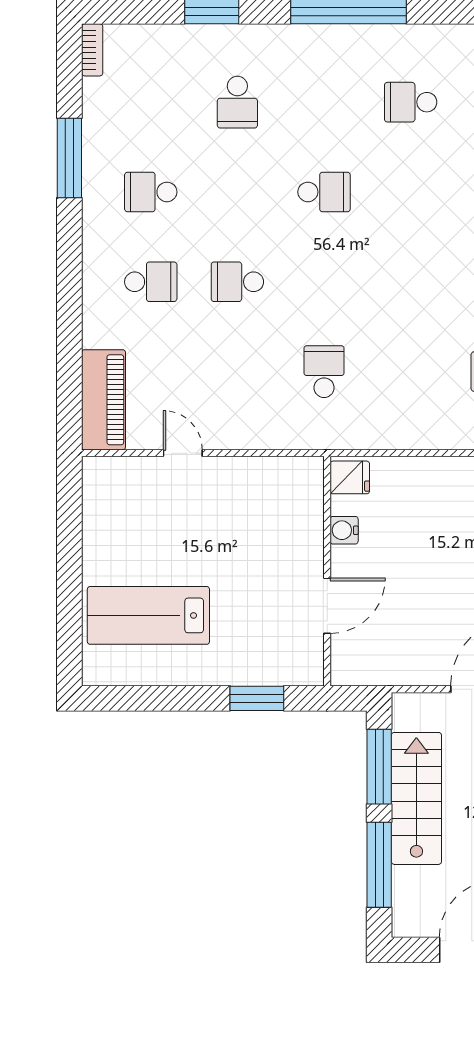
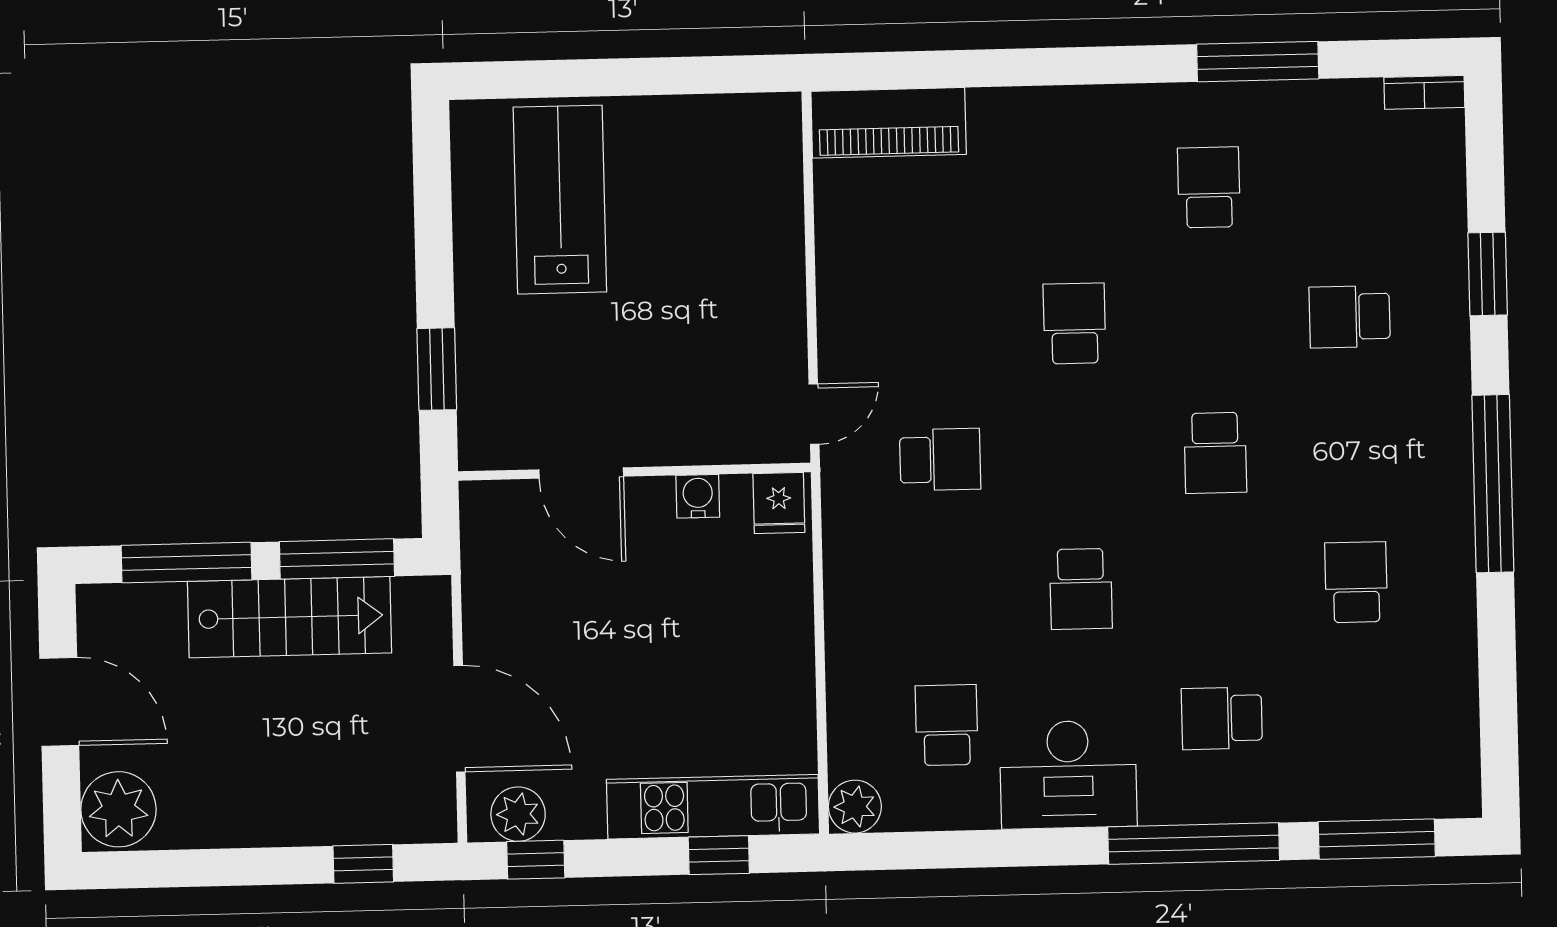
school desk: (151, 282) -> (1081, 589), moved
door: (183, 453) -> (814, 414), moved

